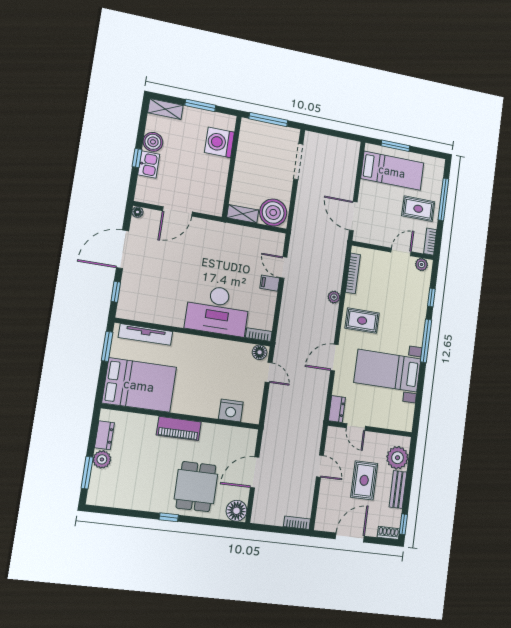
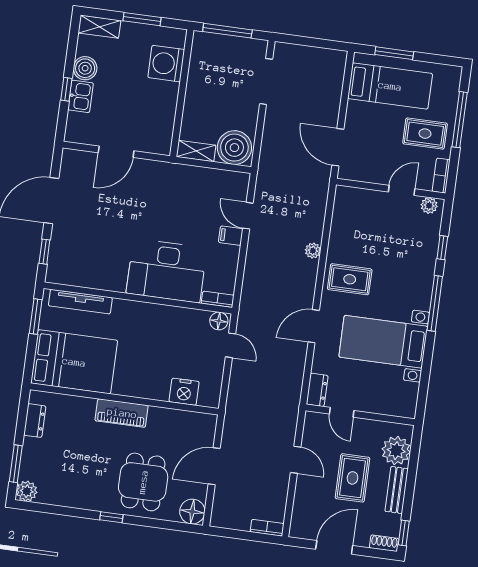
floor lamp: (137, 212) -> (68, 155), removed
bookcase: (353, 273) -> (338, 220), removed
plant: (102, 459) -> (27, 491), moved

